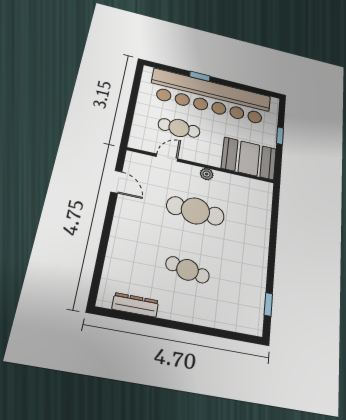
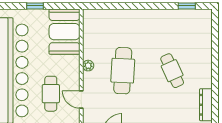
cafe table: (188, 270) -> (172, 71), turned -36

